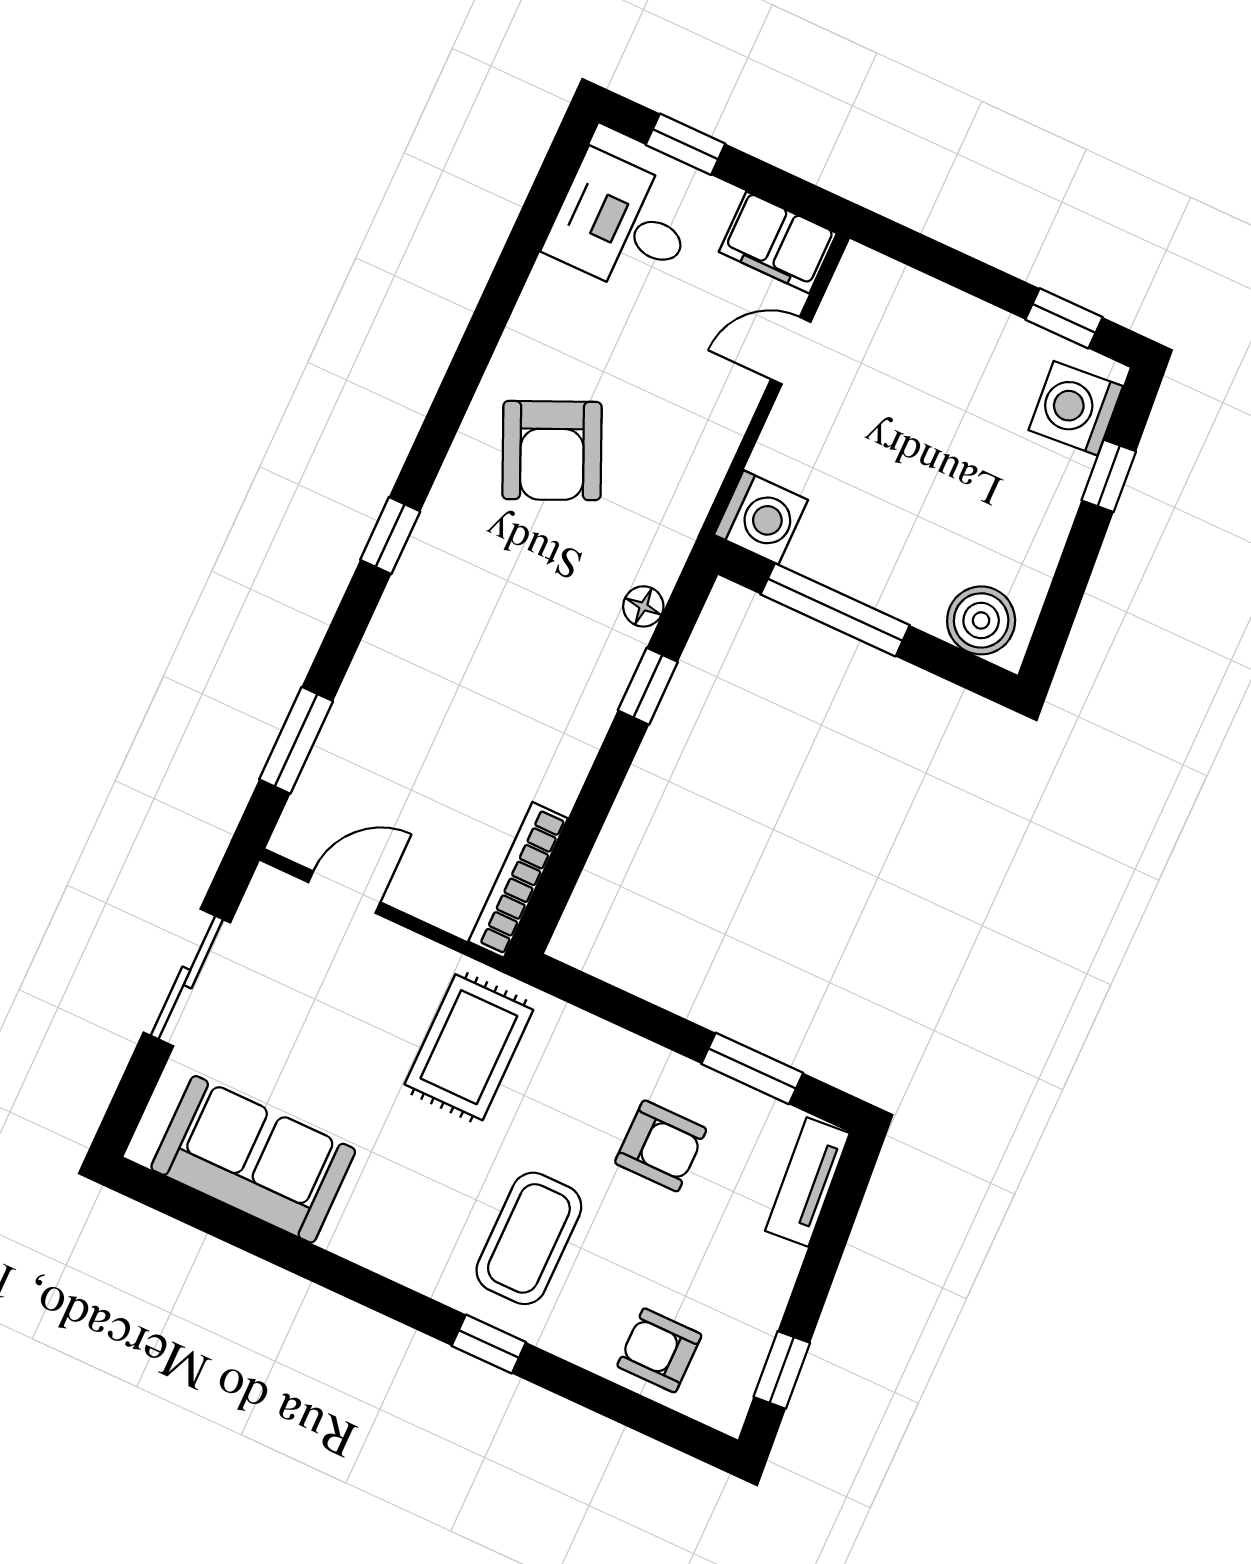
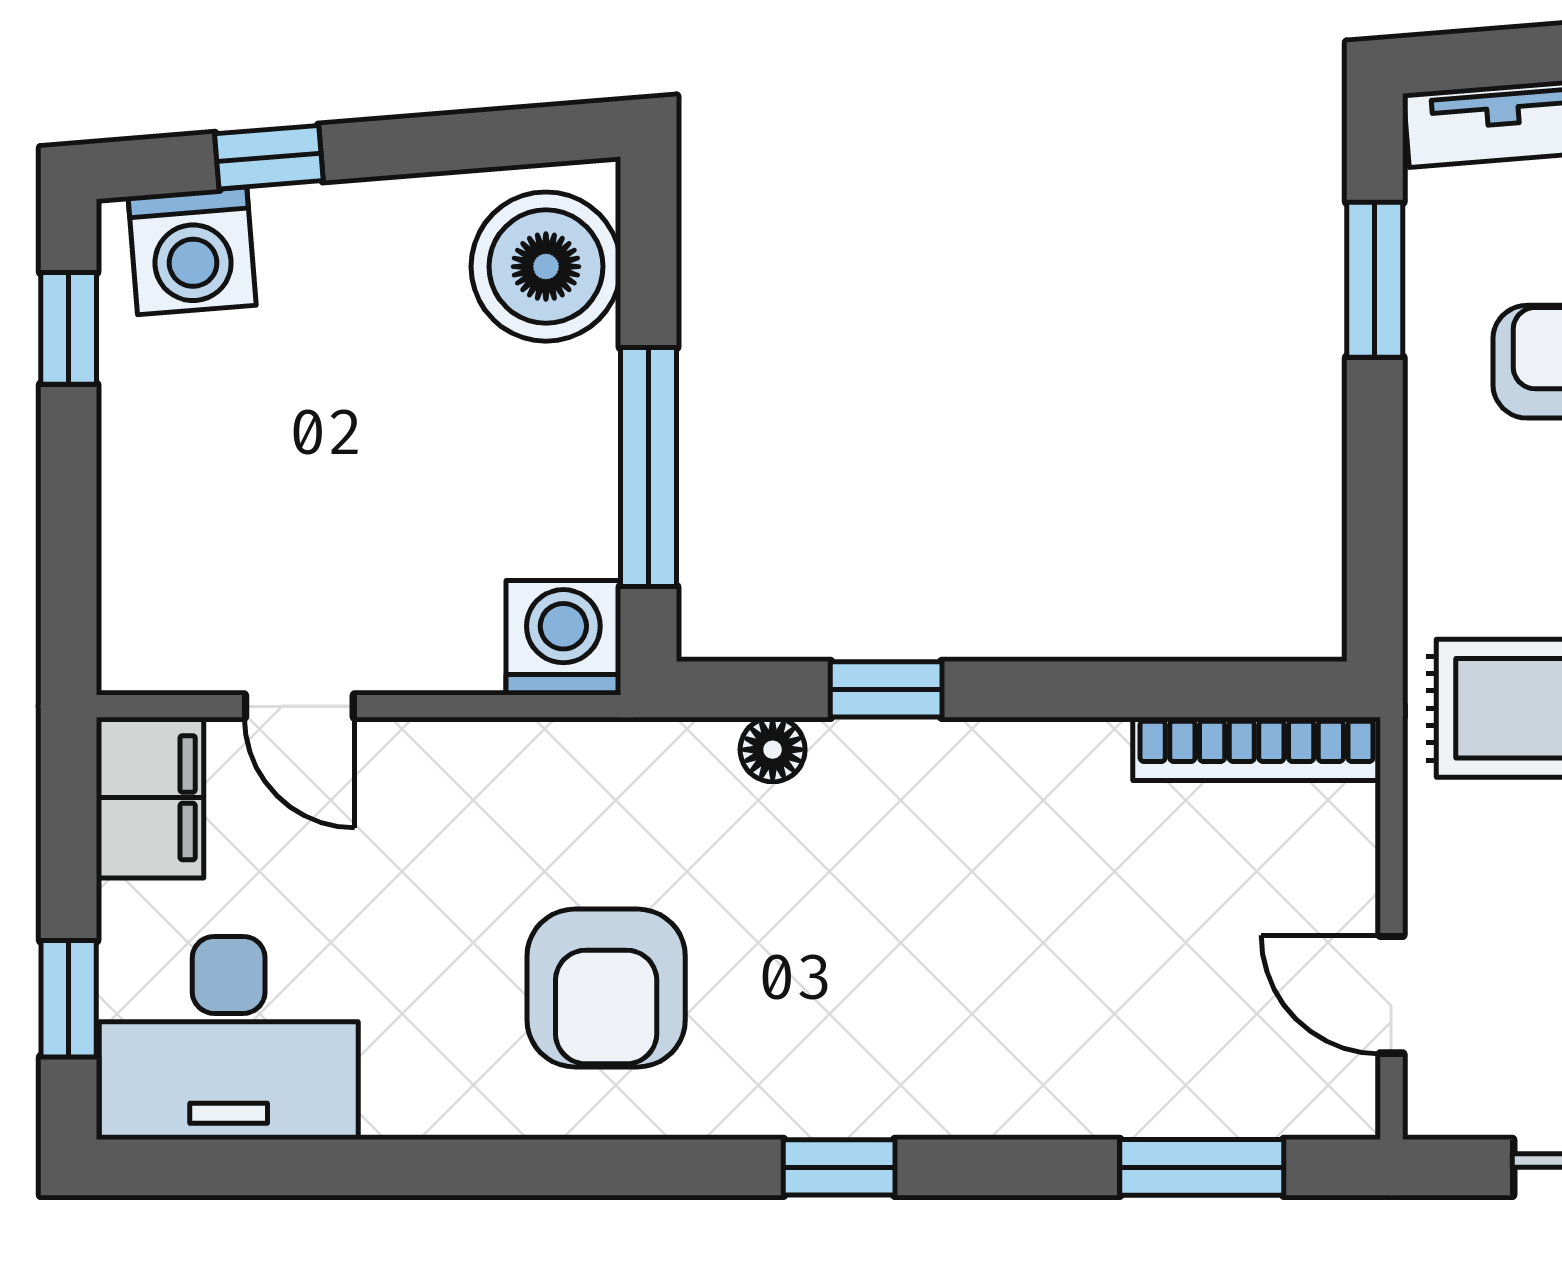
desk: (622, 224) -> (229, 1038), width x1.37
armchair: (552, 451) -> (606, 988), turned 114
boiler: (981, 620) -> (546, 267), width x1.37, depth x1.37

